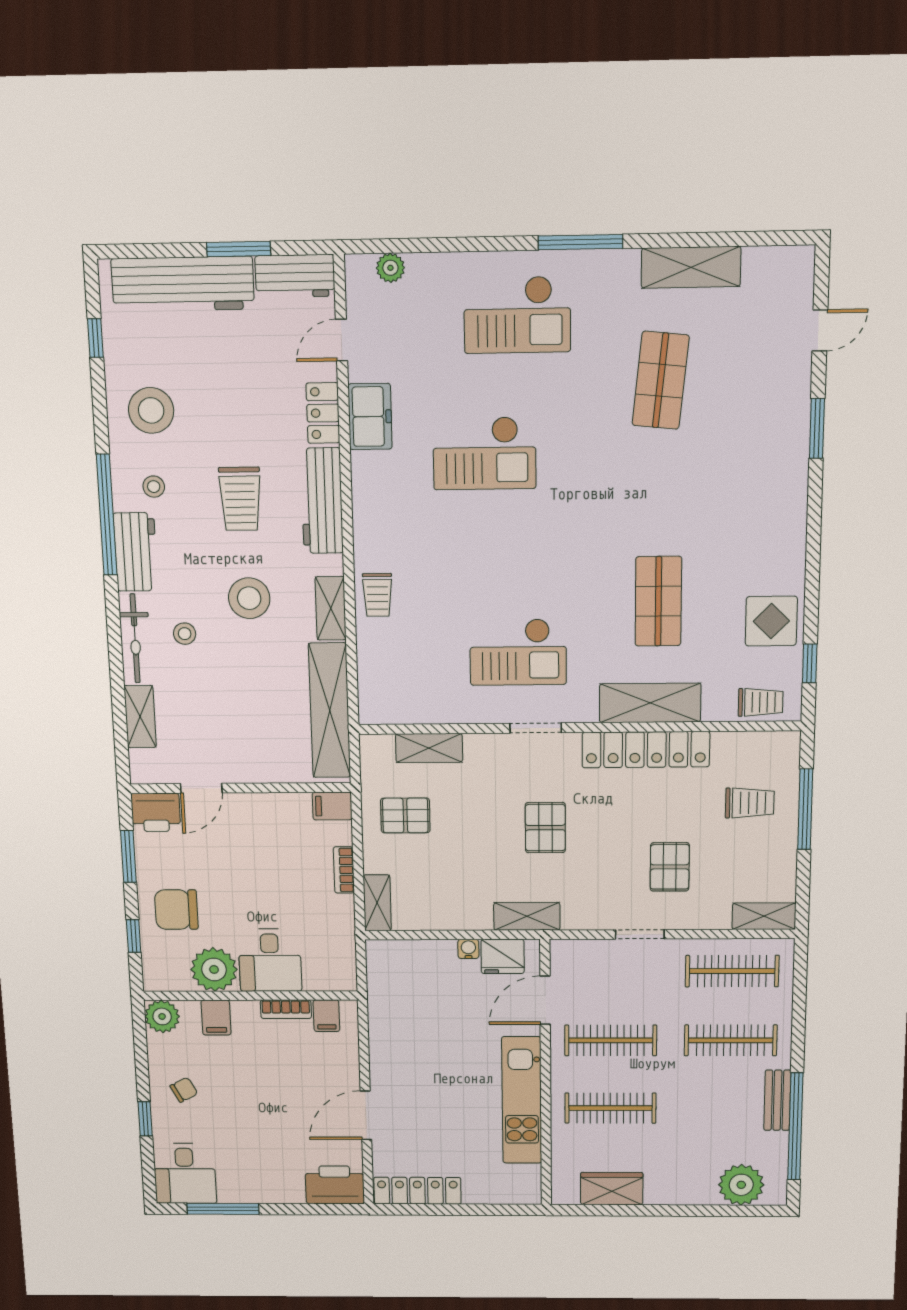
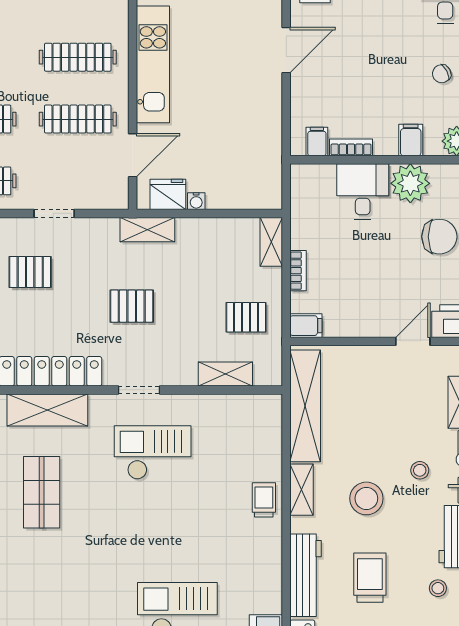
pallet: (545, 828) -> (132, 306), turned 90
pallet: (670, 867) -> (30, 272), turned 90

